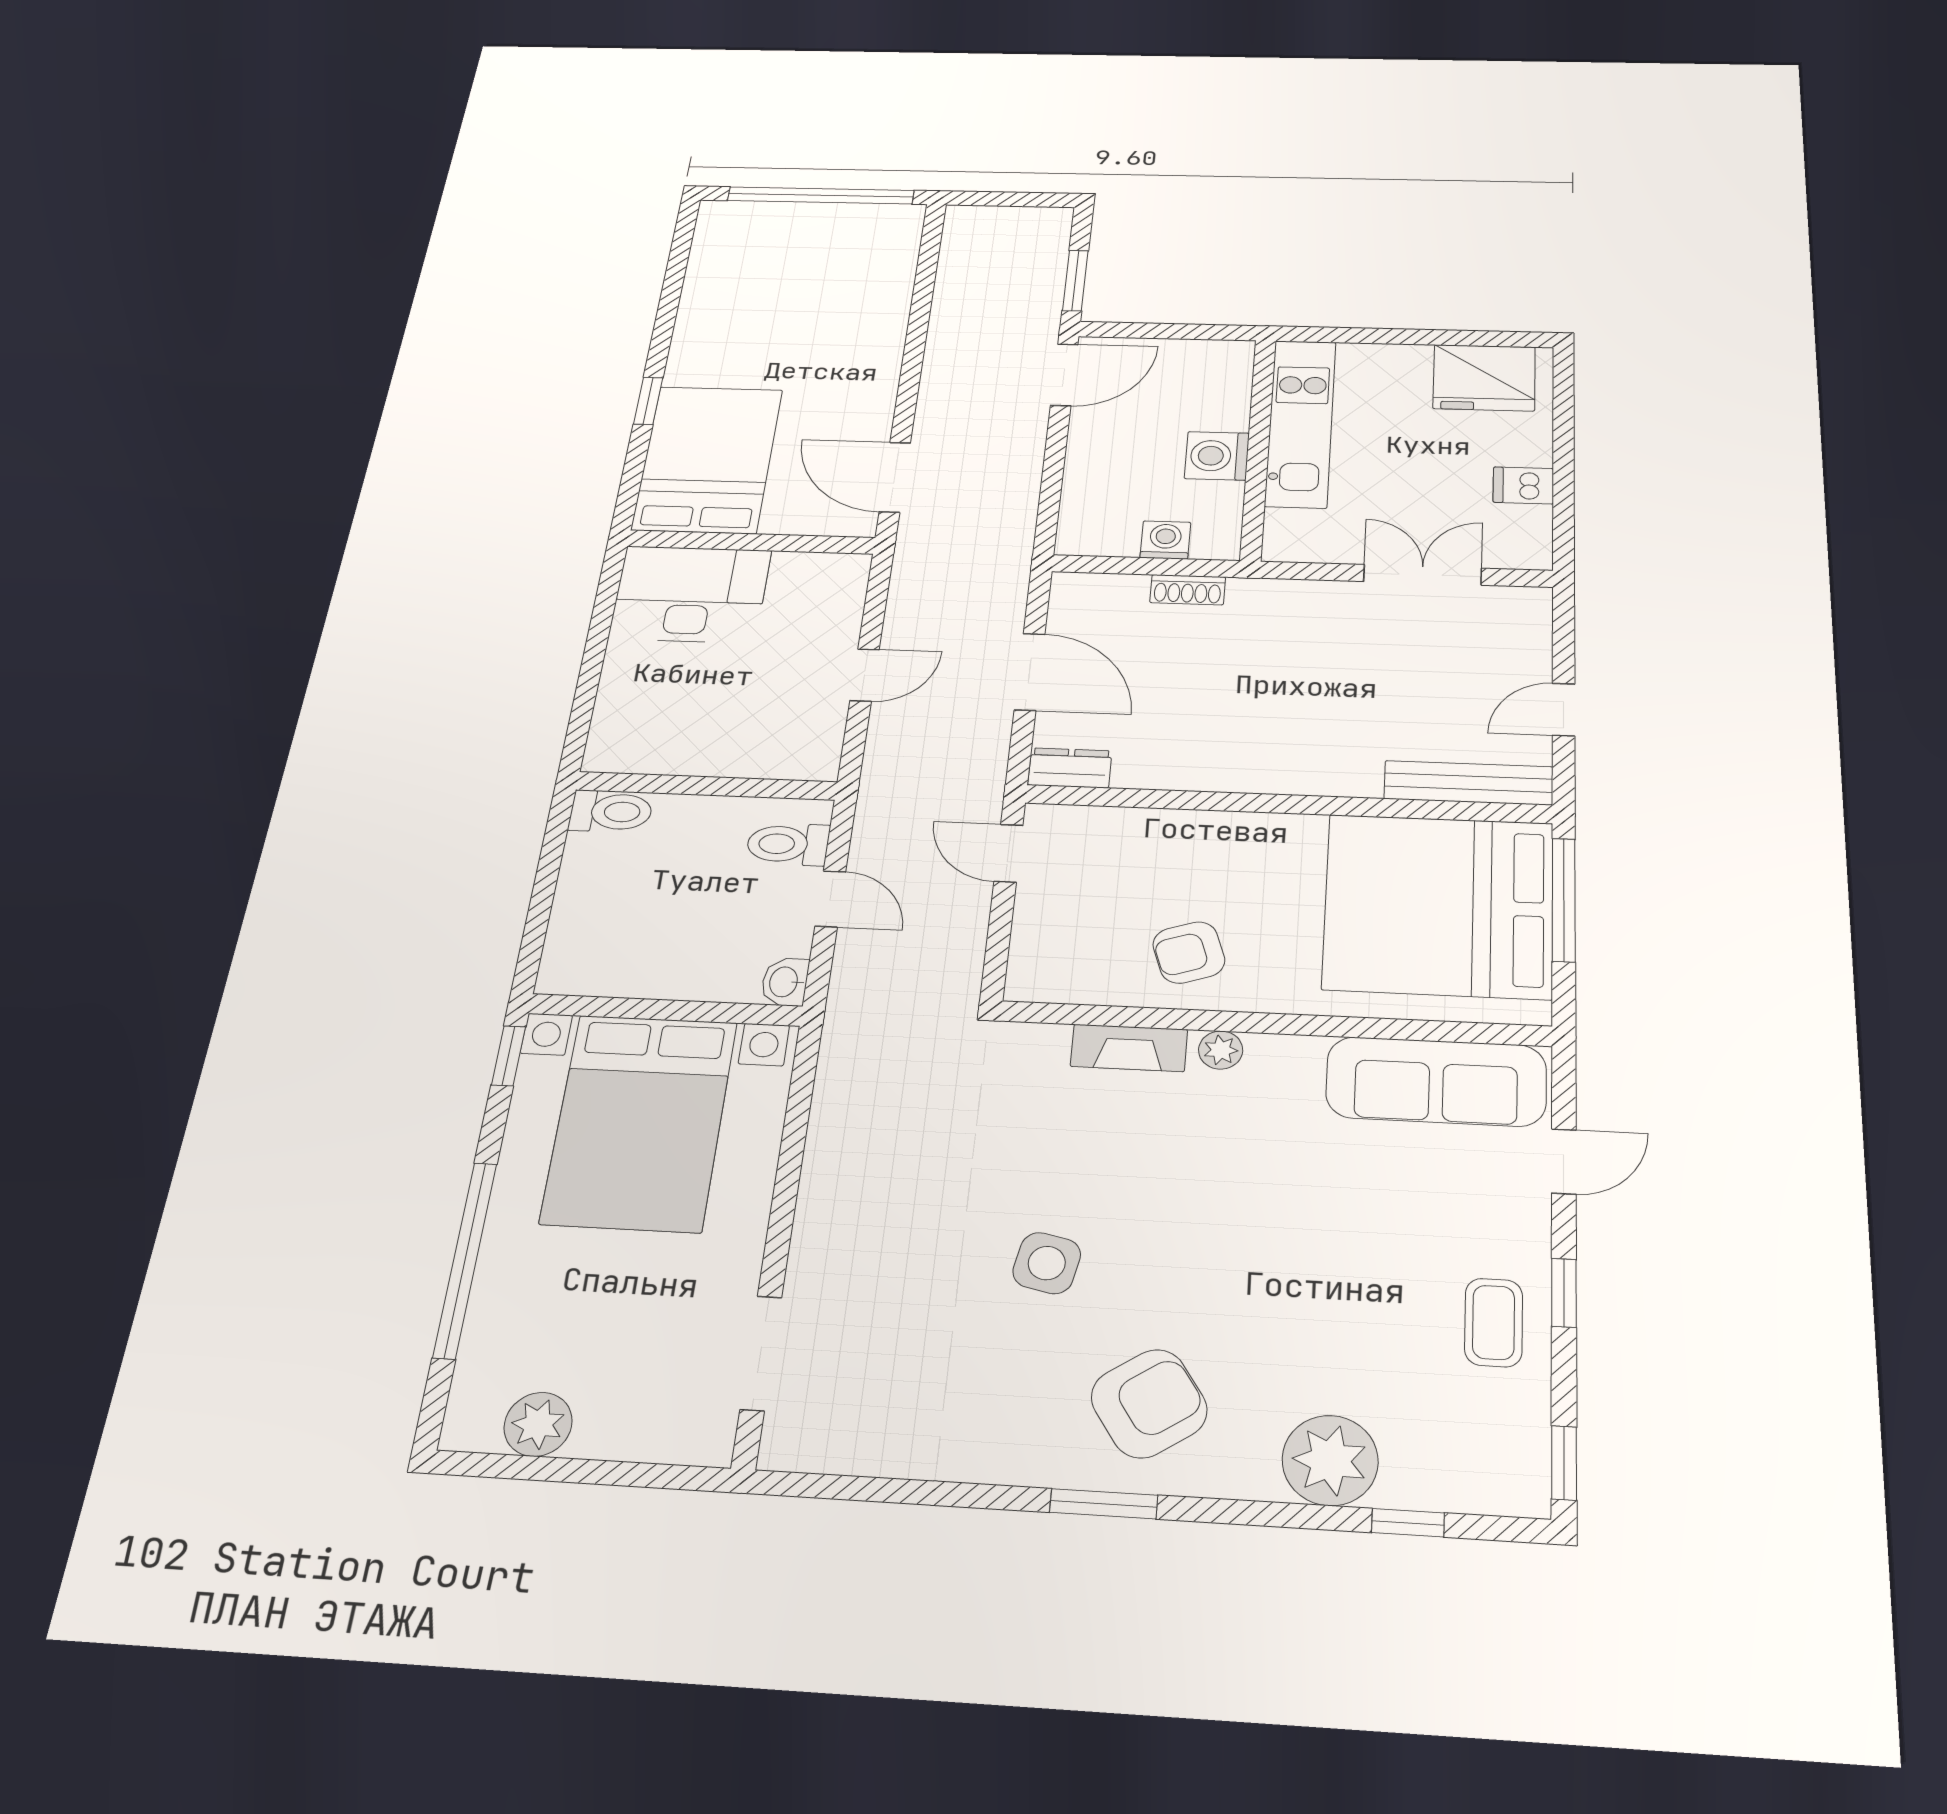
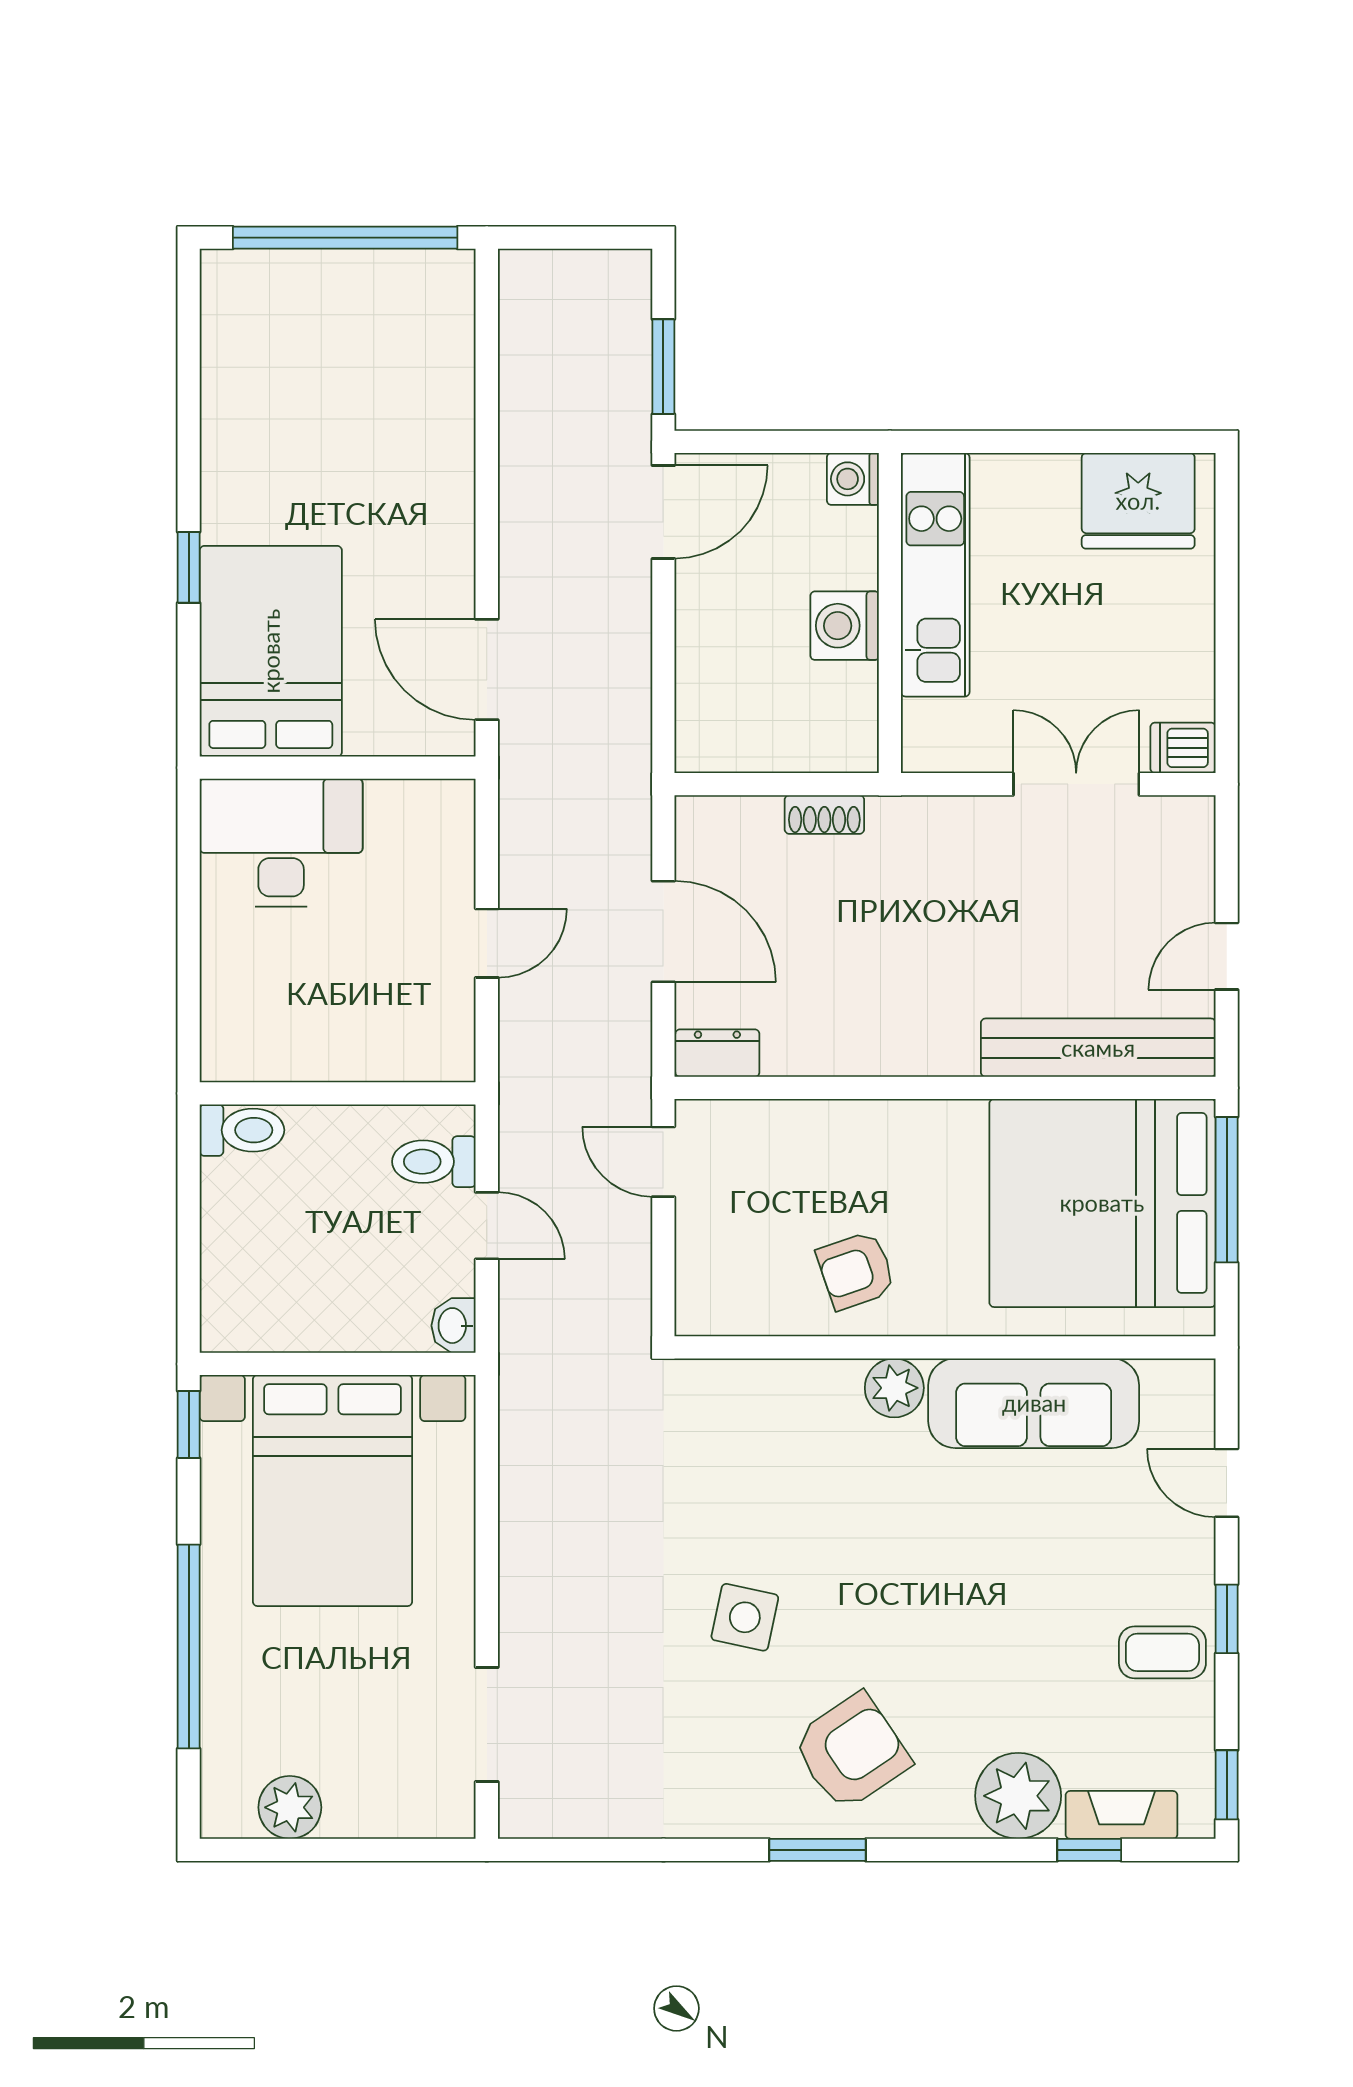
dishwasher: (1523, 485) -> (1183, 748), moved
washing machine: (1165, 540) -> (853, 479), moved, turned -90
bench: (1468, 783) -> (1098, 1048), width x1.37, depth x1.21
fireplace: (1129, 1048) -> (1121, 1815), moved, turned 180
plant: (1221, 1050) -> (894, 1388), width x1.38, depth x1.38
sofa: (1436, 1081) -> (1034, 1403), moved
door: (1564, 1161) -> (1227, 1483), swing flipped
coffee table: (1494, 1322) -> (1162, 1652), turned 90

